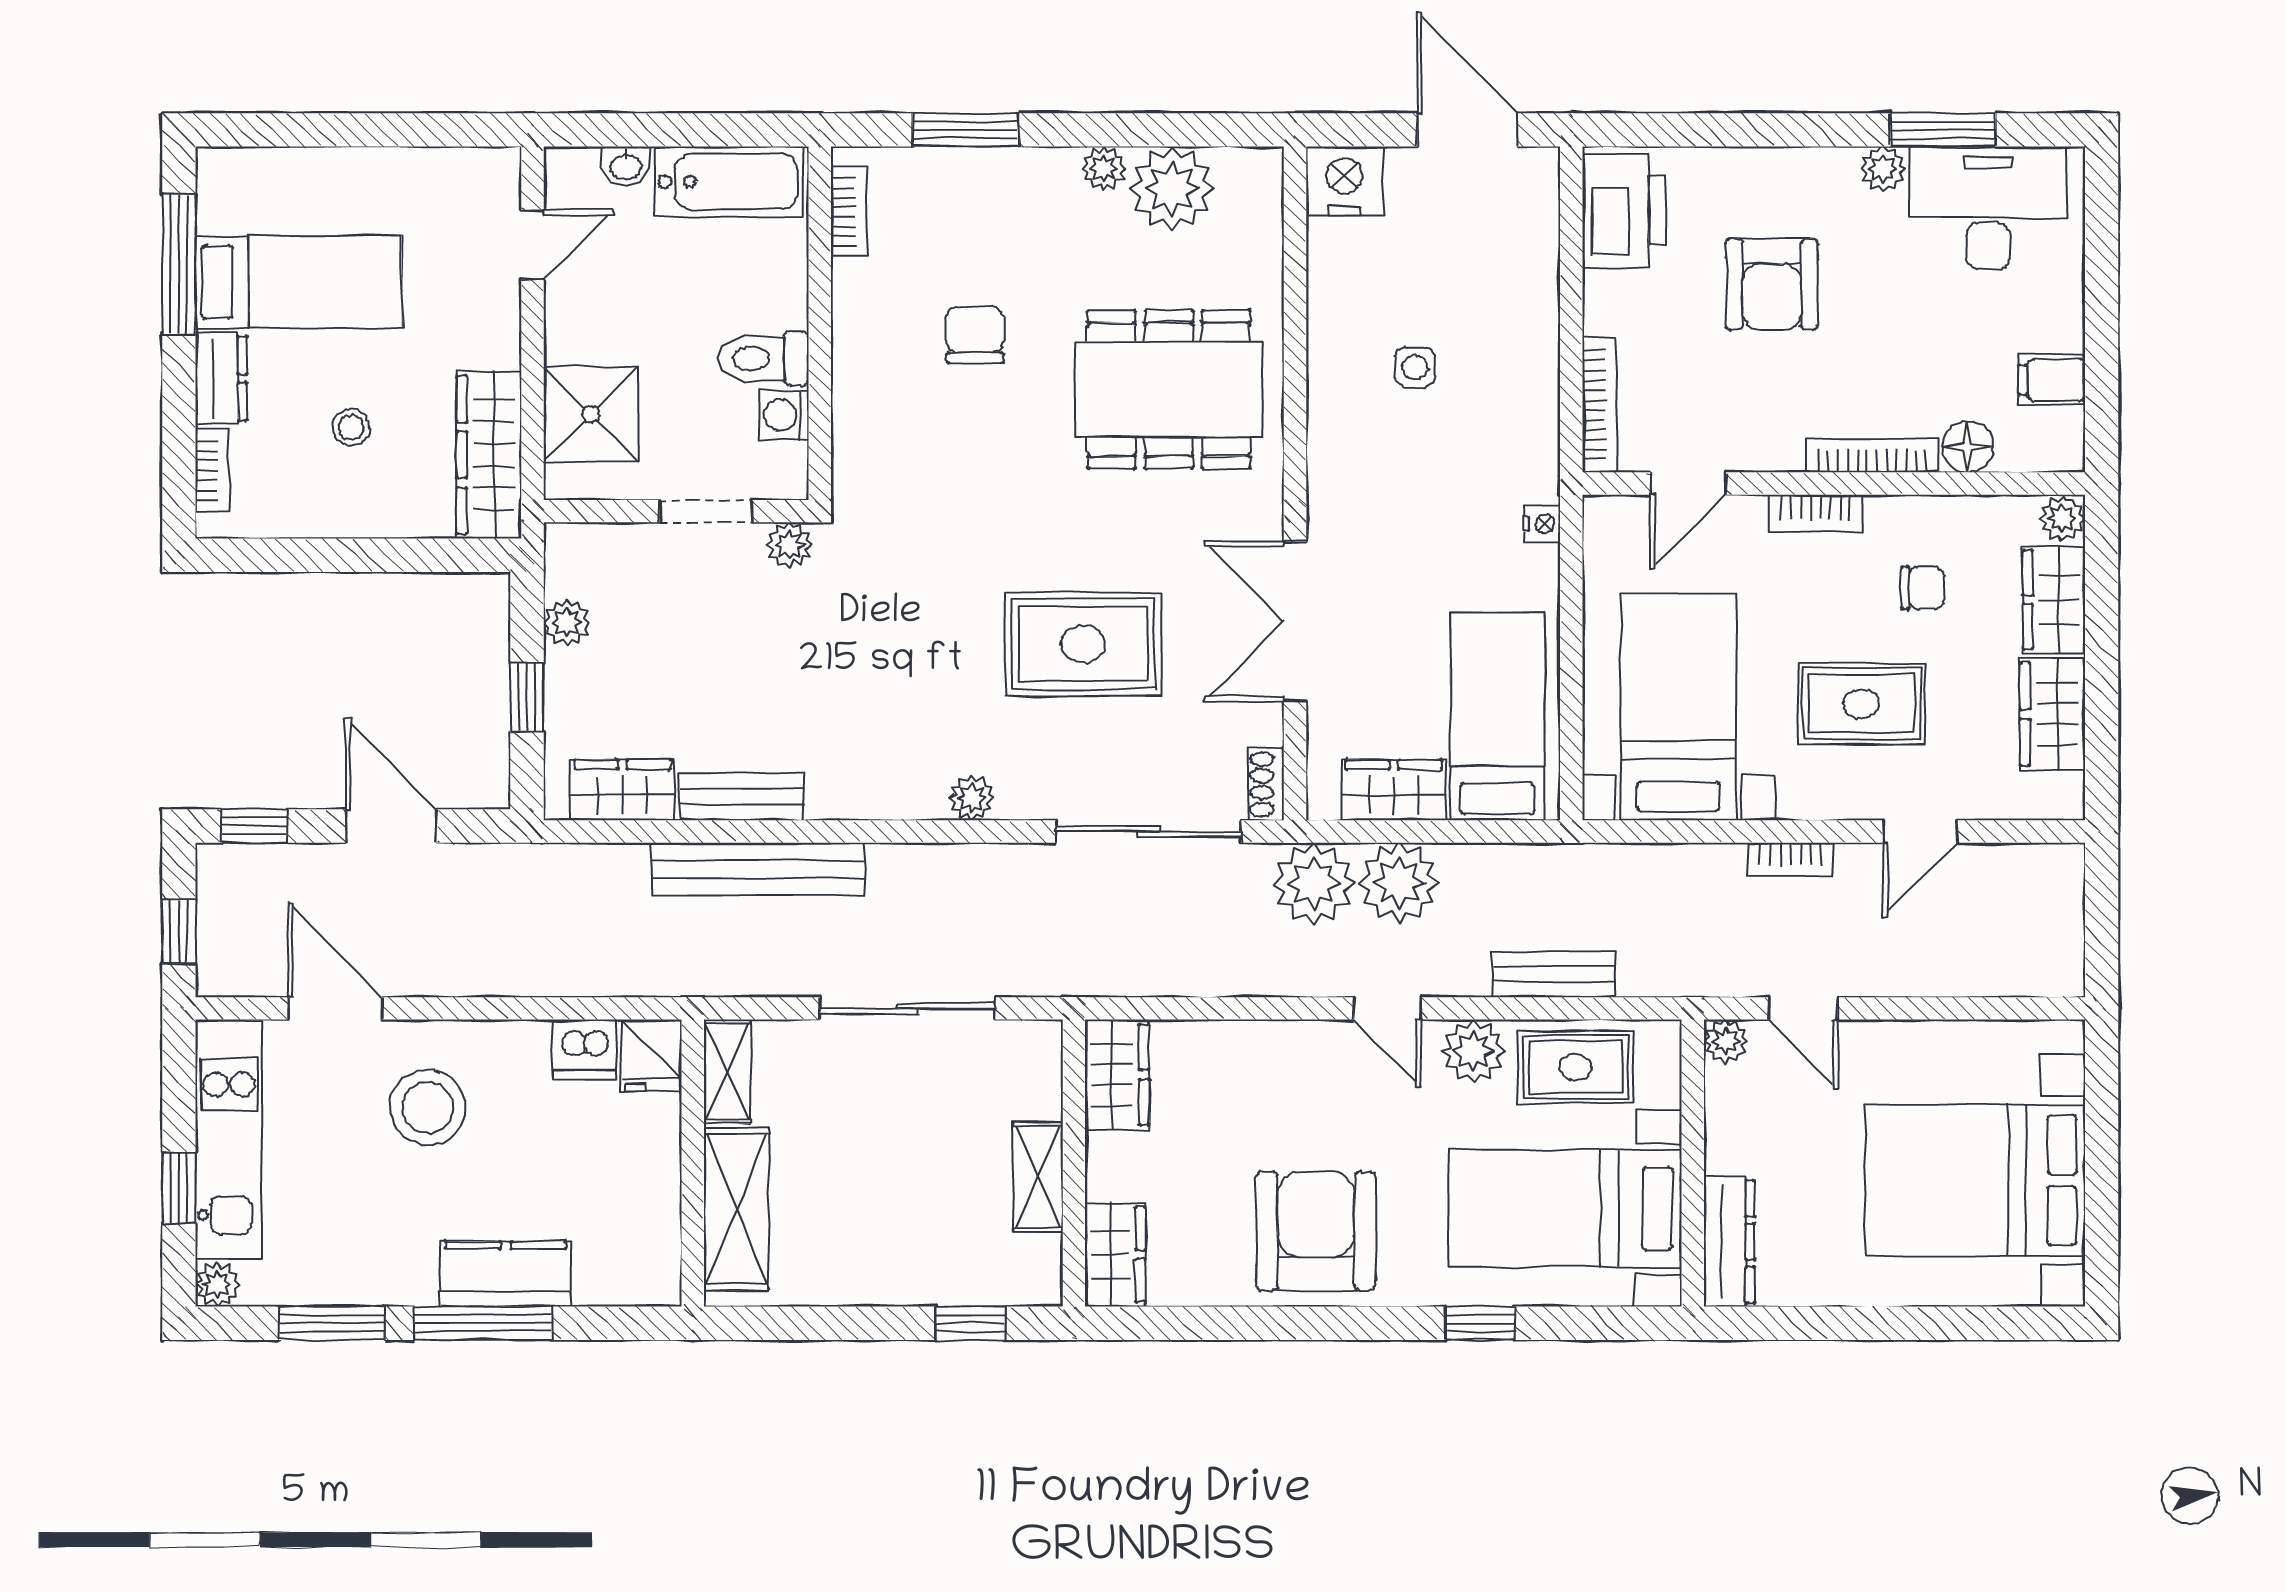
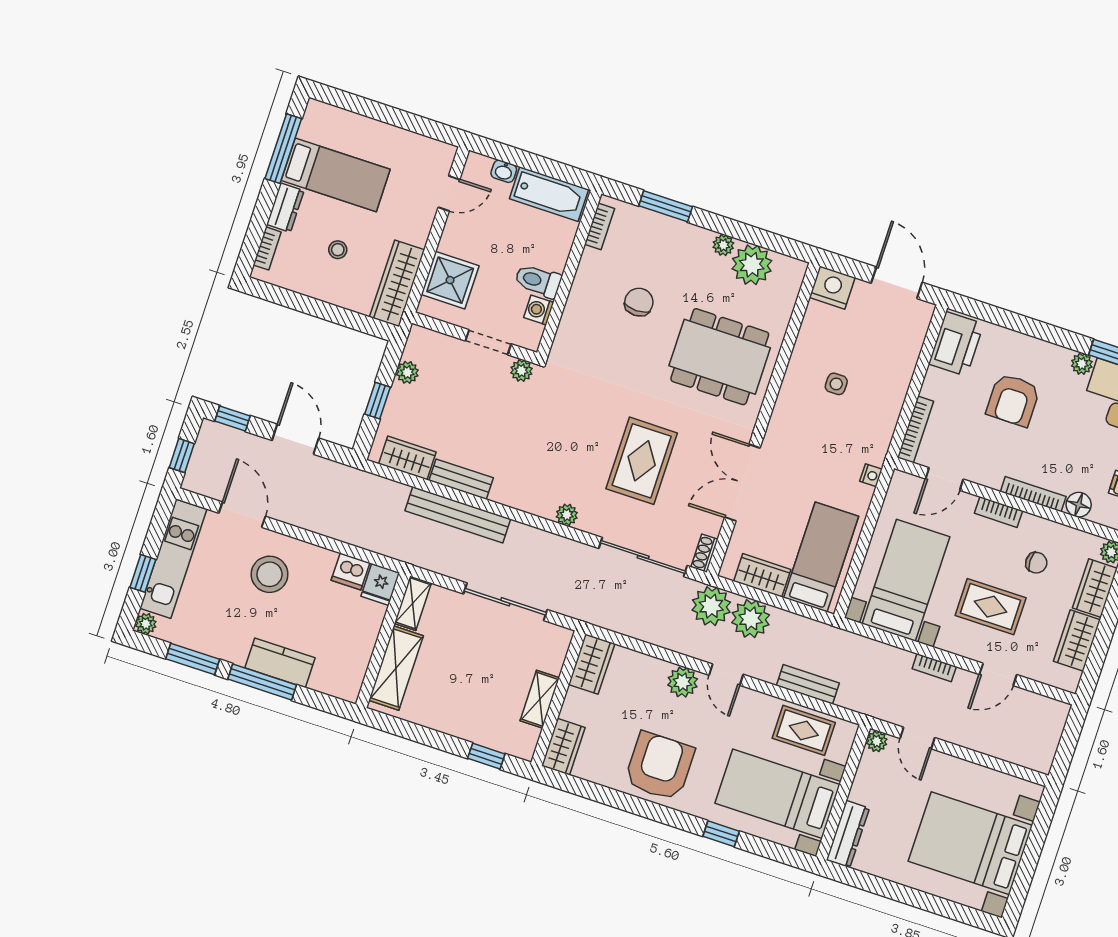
rug: (1083, 644) -> (642, 461), turned 90
plant: (1473, 1051) -> (683, 682), moved

